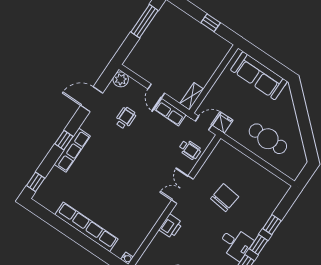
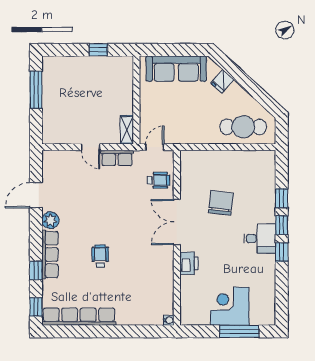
plant: (121, 79) -> (50, 220), moved
wheelchair: (125, 118) -> (100, 256), moved
fridge: (223, 123) -> (222, 81), moved, turned -137
cafe table: (268, 139) -> (243, 127), moved
window: (64, 140) -> (36, 270), moved
double door: (182, 190) -> (177, 222), width x1.37
row of seats: (86, 227) -> (79, 317), moved

